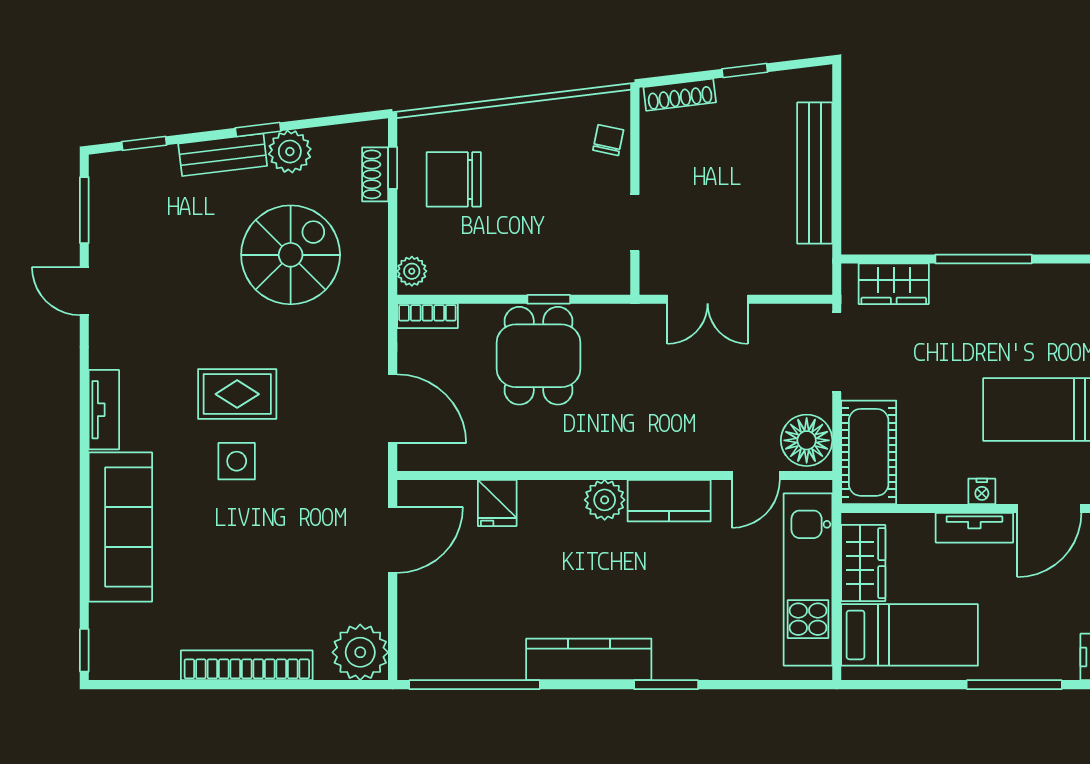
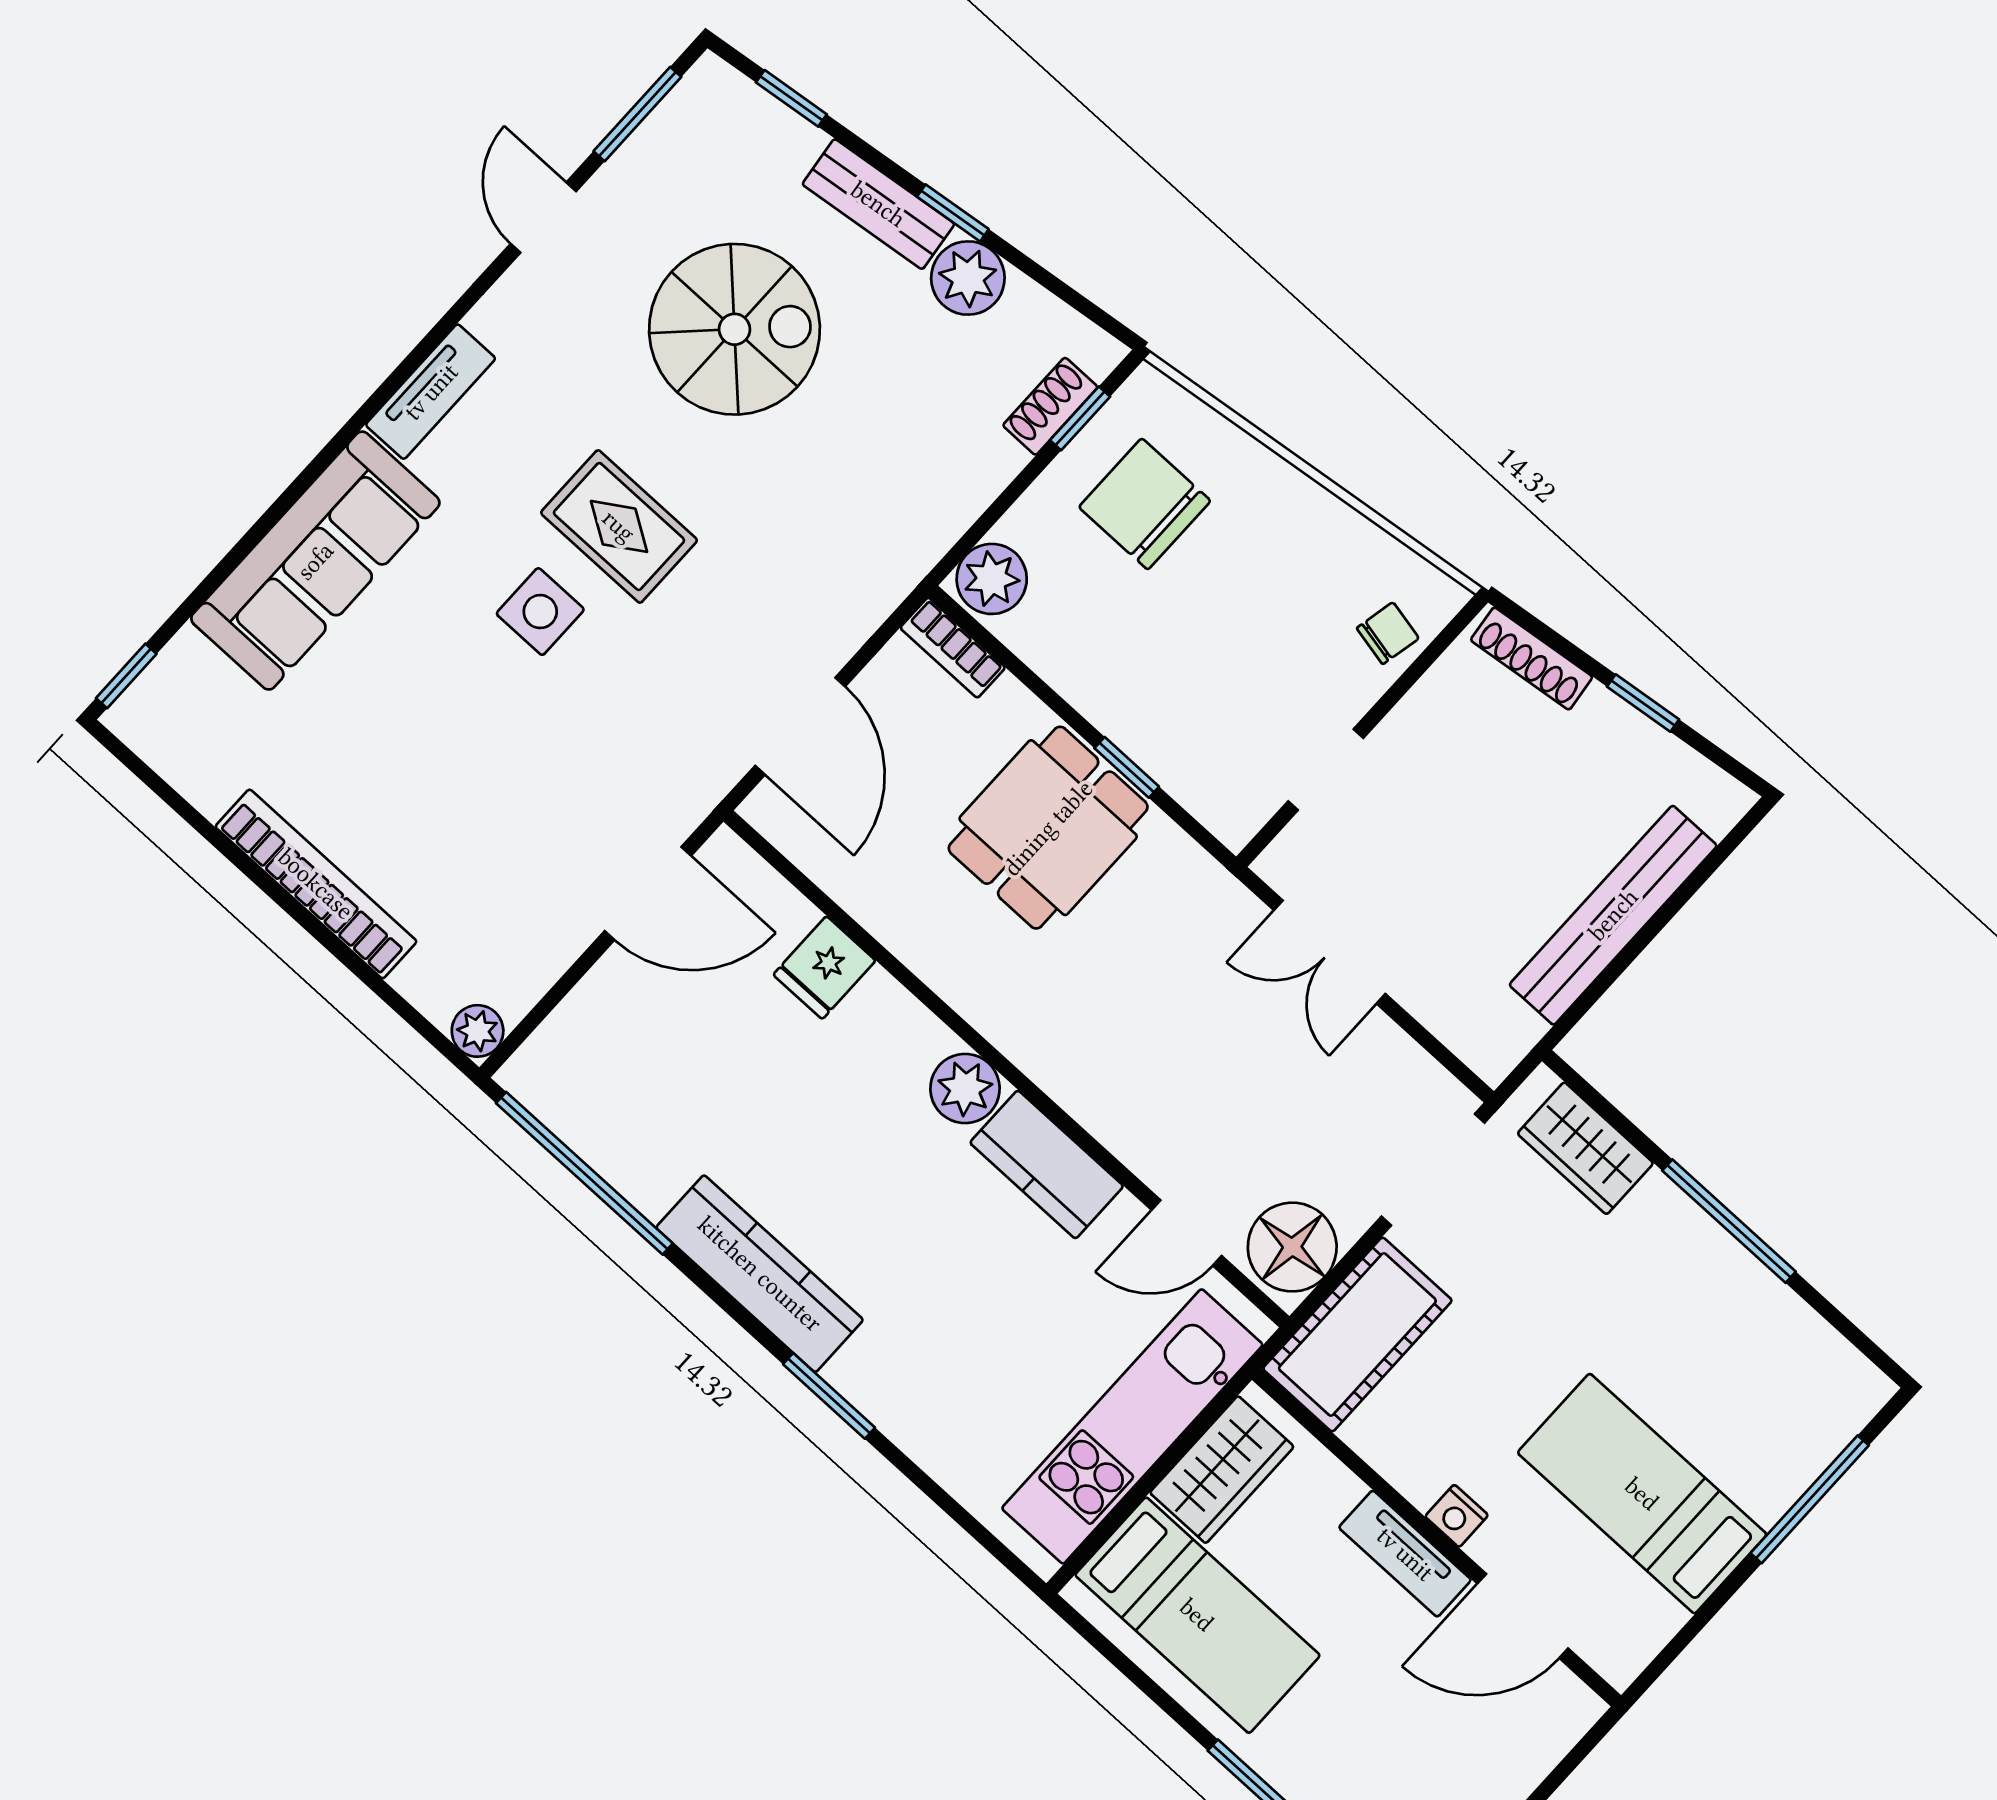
spiral stairs: (291, 255) -> (734, 329), moved
plant: (412, 271) -> (992, 579), width x1.38, depth x1.38
plant: (360, 652) -> (478, 1031), width x0.53, depth x0.53

